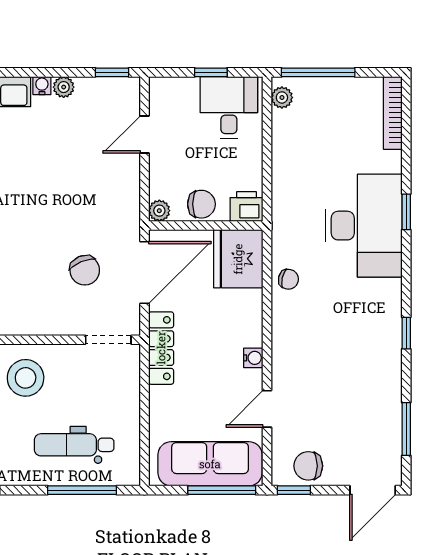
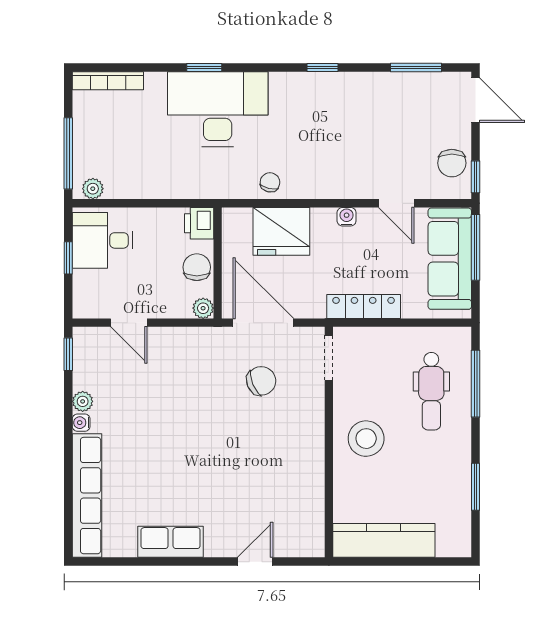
fridge: (238, 259) -> (281, 231), moved
locker: (161, 348) -> (364, 306), moved

